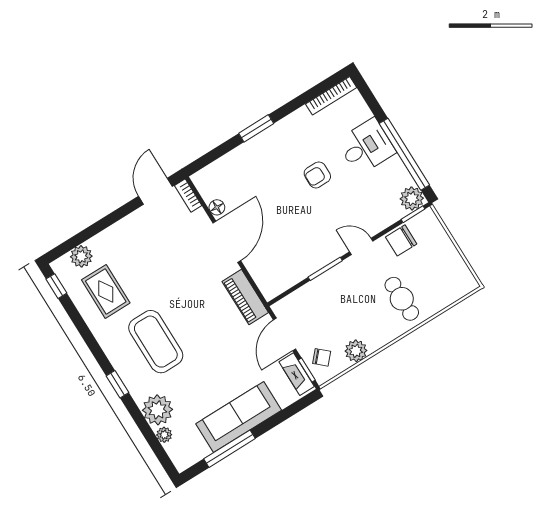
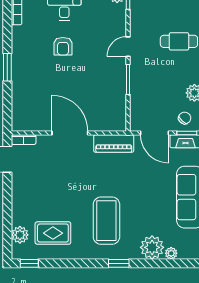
floor lamp: (217, 207) -> (43, 126), removed
chair: (401, 240) -> (140, 18), removed
coffee table: (156, 342) -> (106, 221), turned 90

